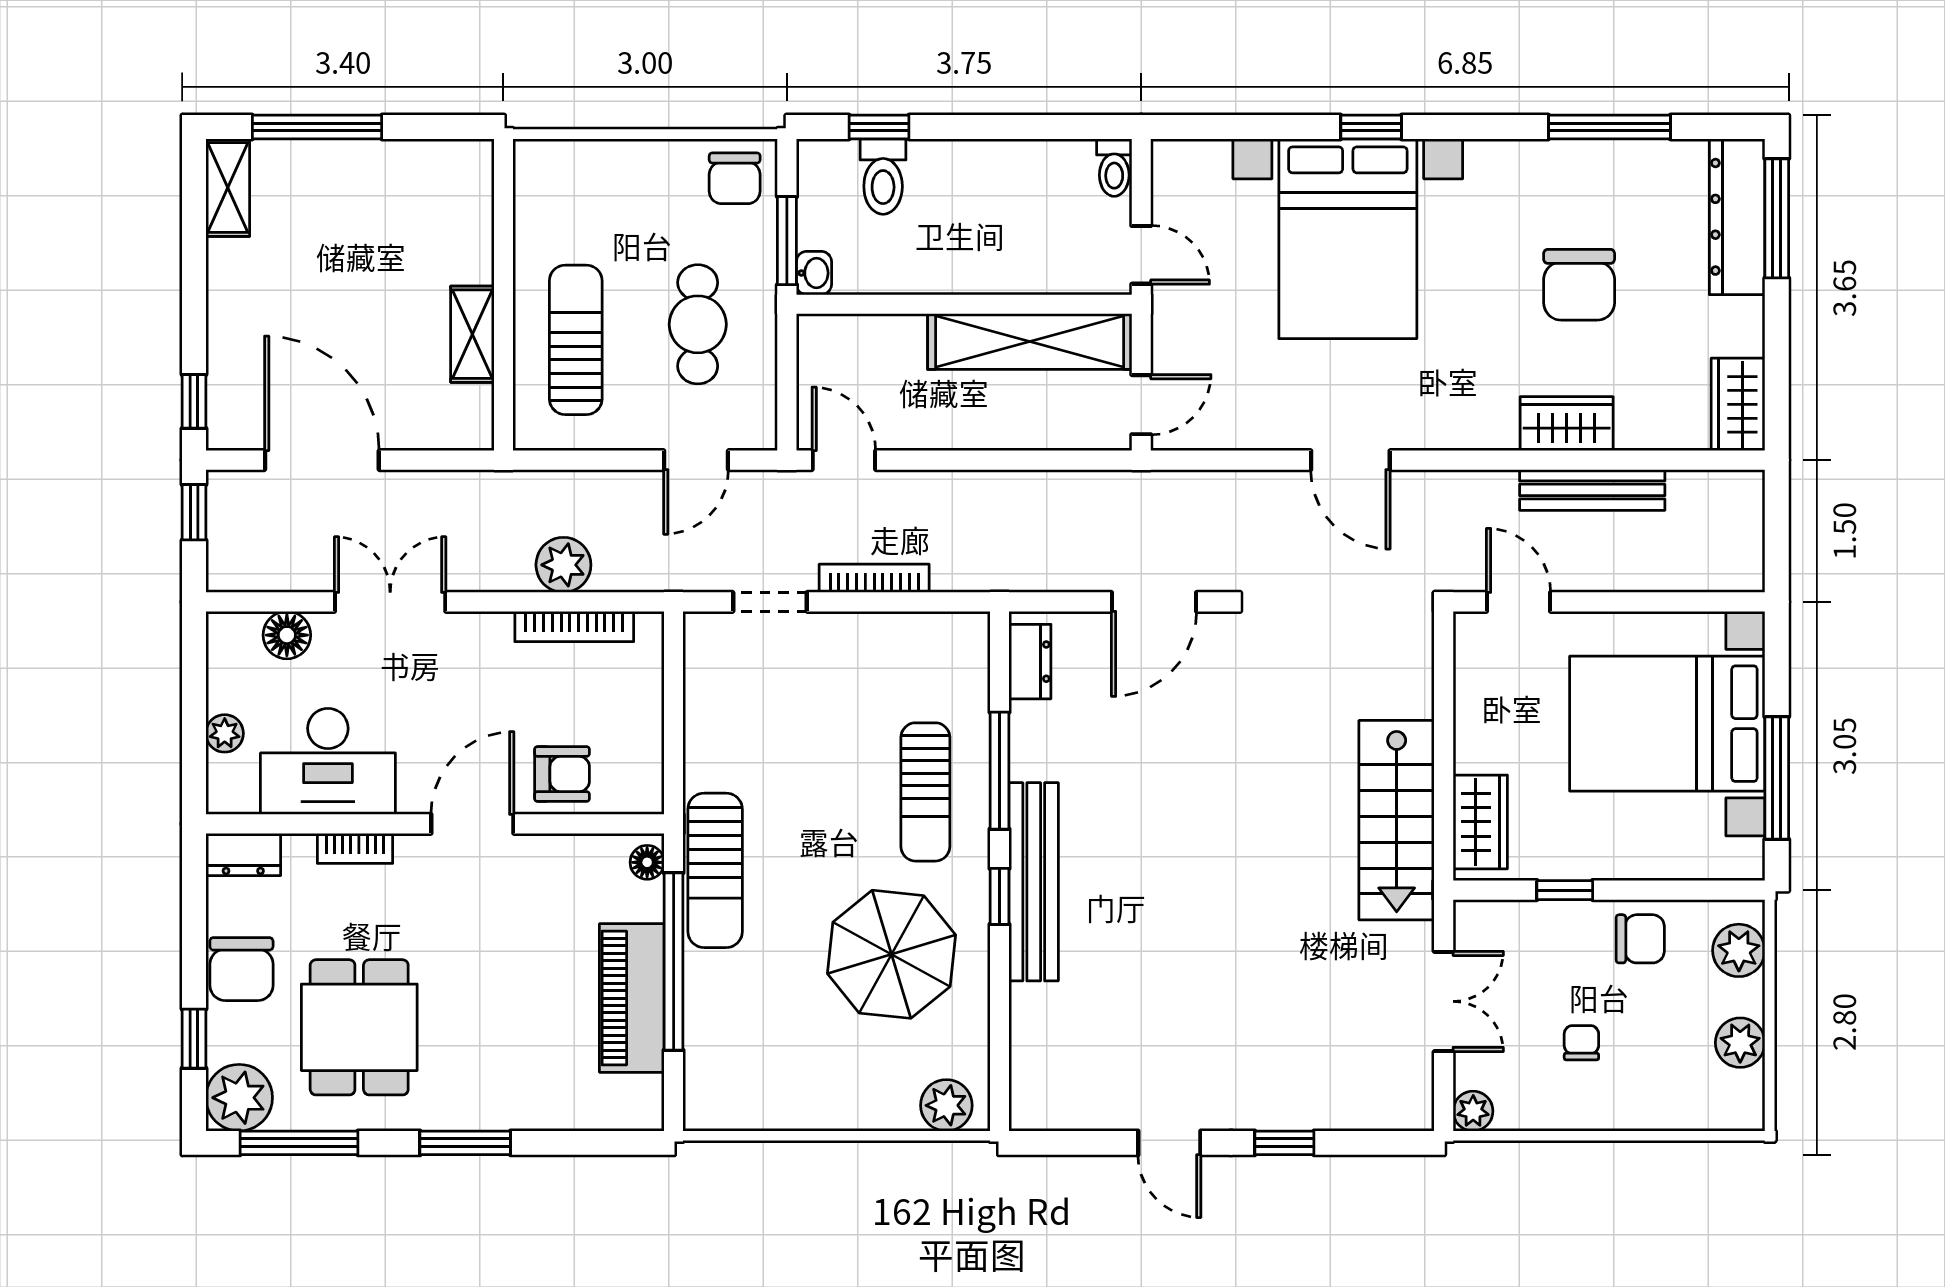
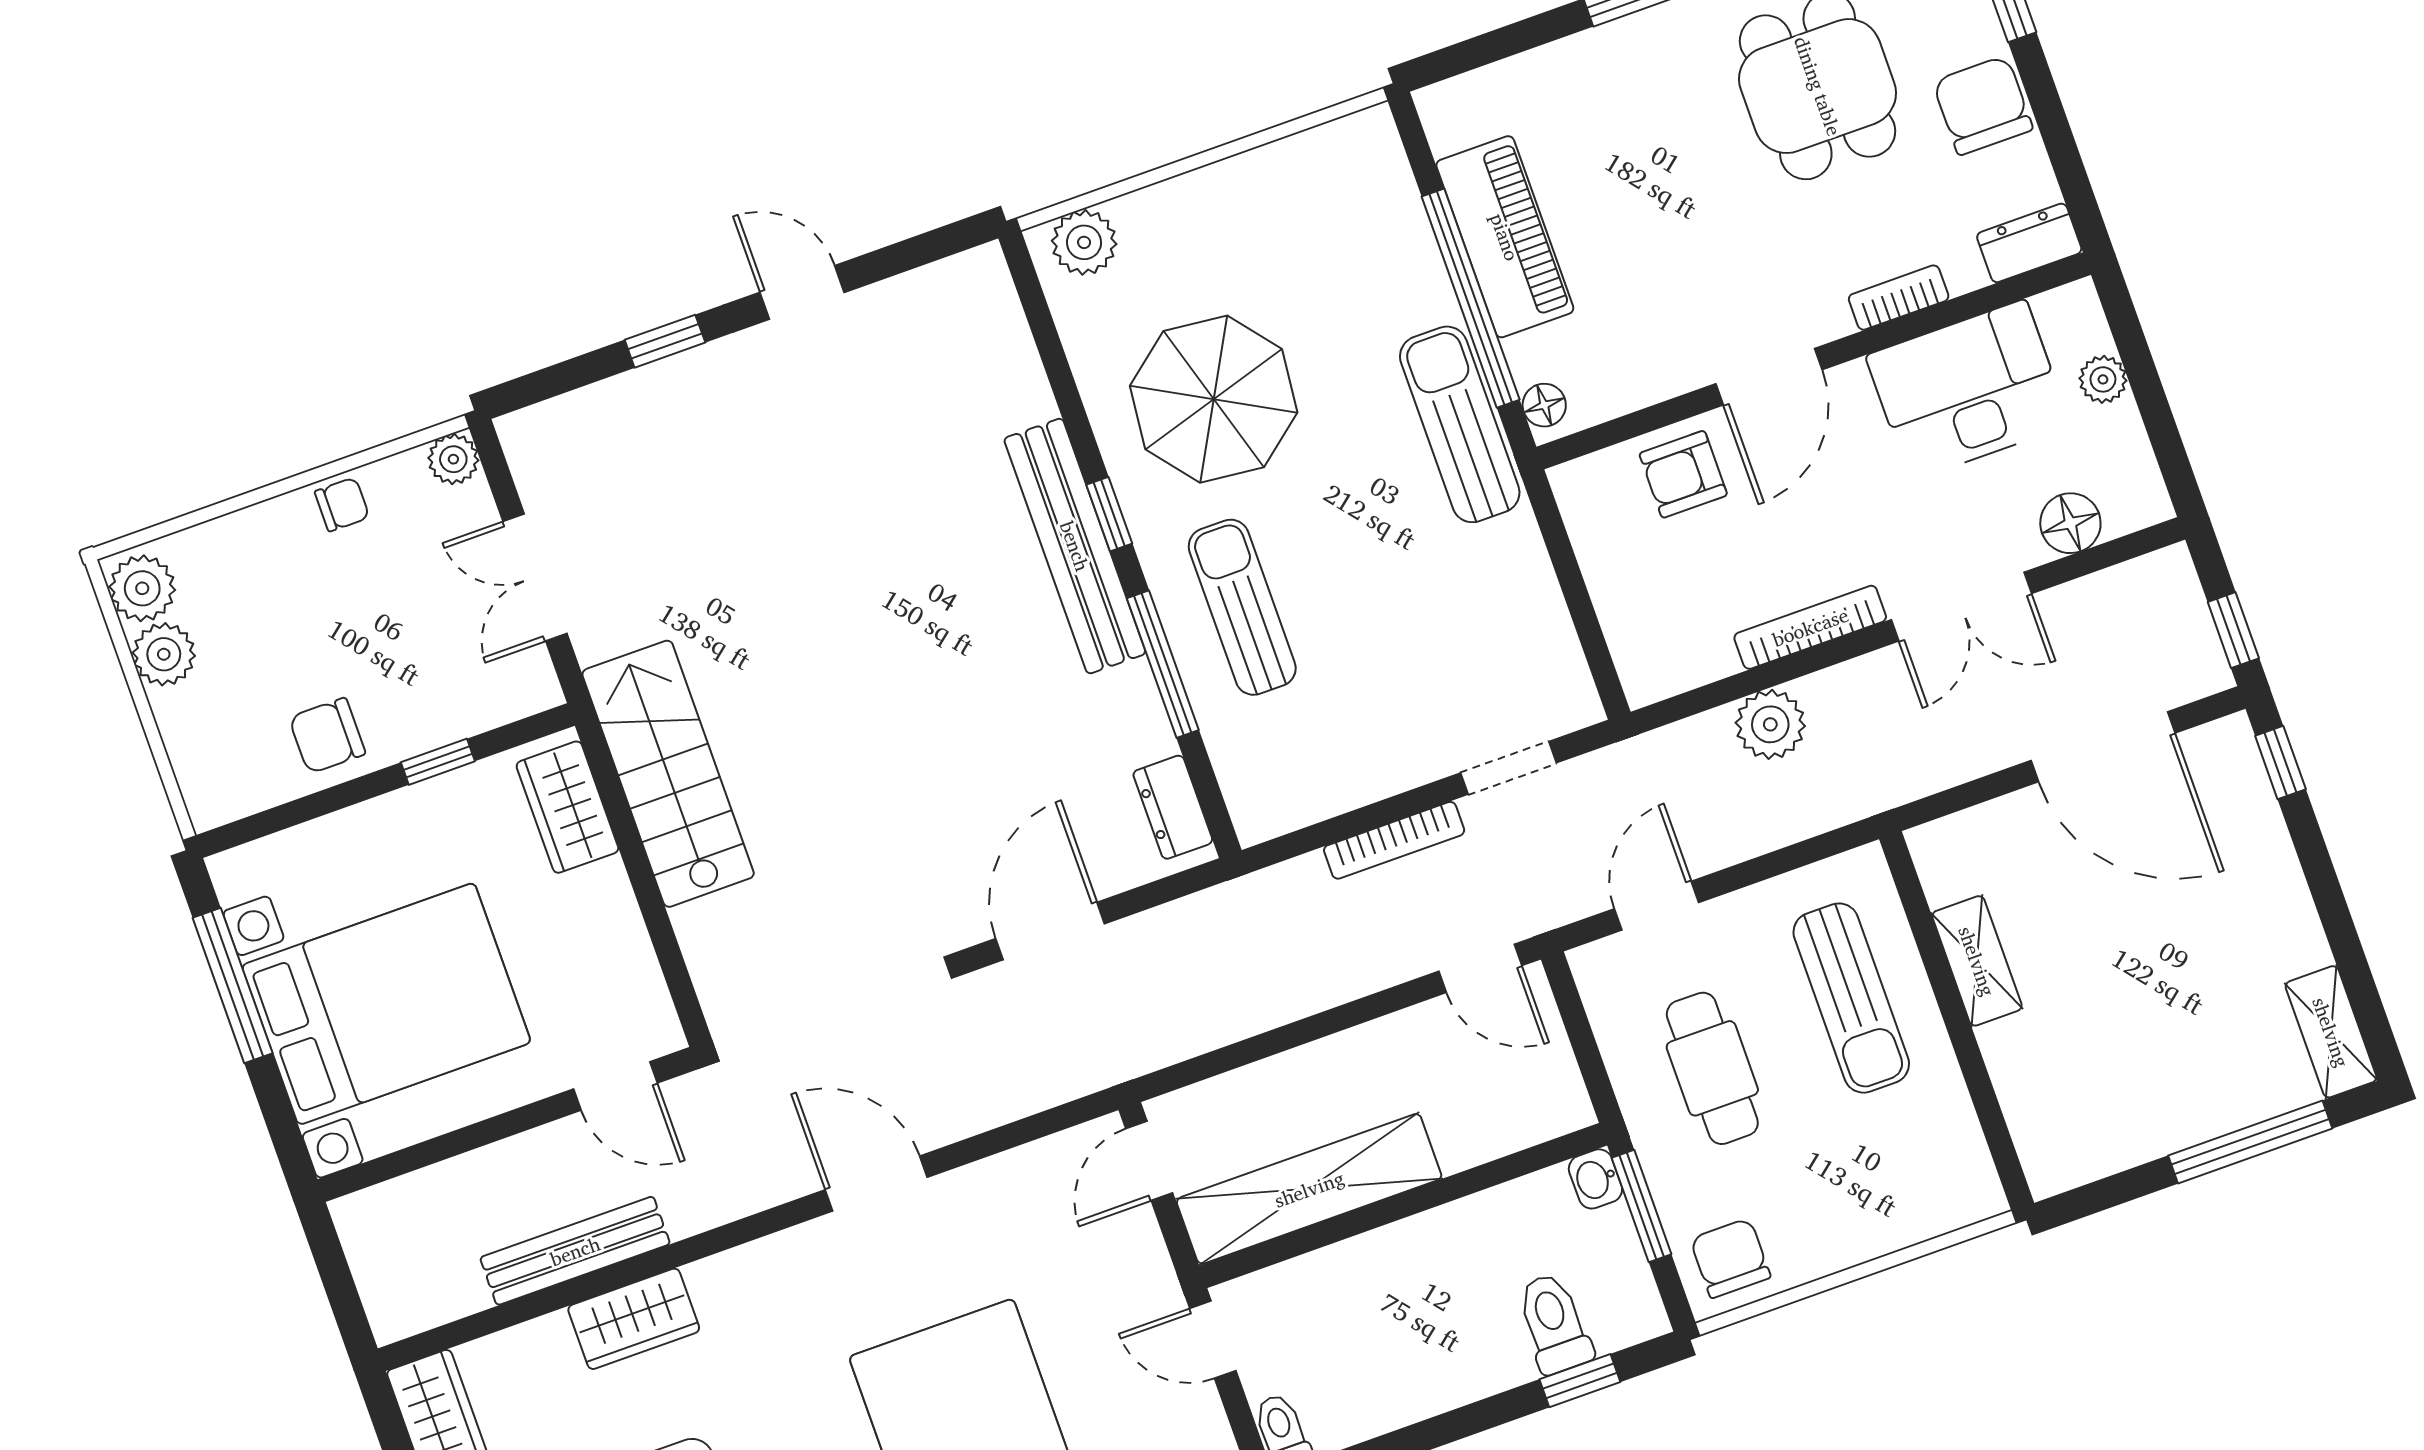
bookcase: (574, 627) -> (1810, 627), moved
plant: (1739, 950) -> (142, 588), moved
chair: (1581, 1043) -> (342, 504), moved, turned -90

